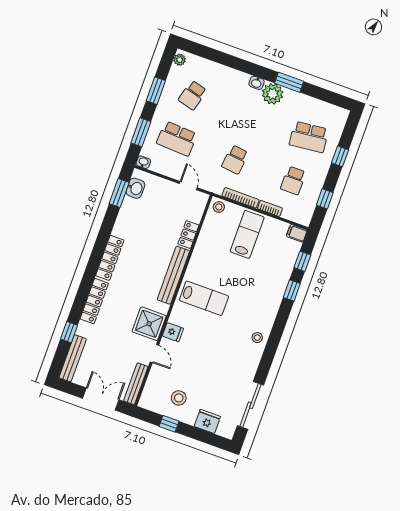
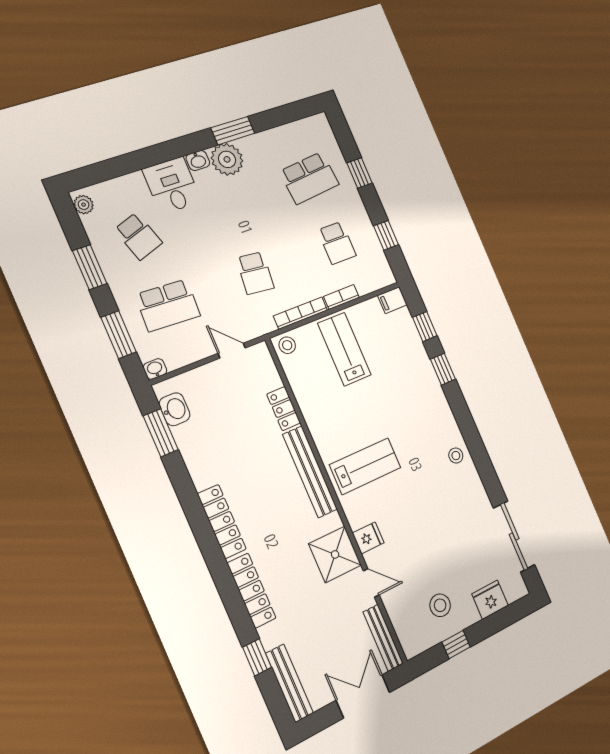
desk: (232, 84) -> (172, 185), added
school desk: (193, 95) -> (138, 236), turned -33

